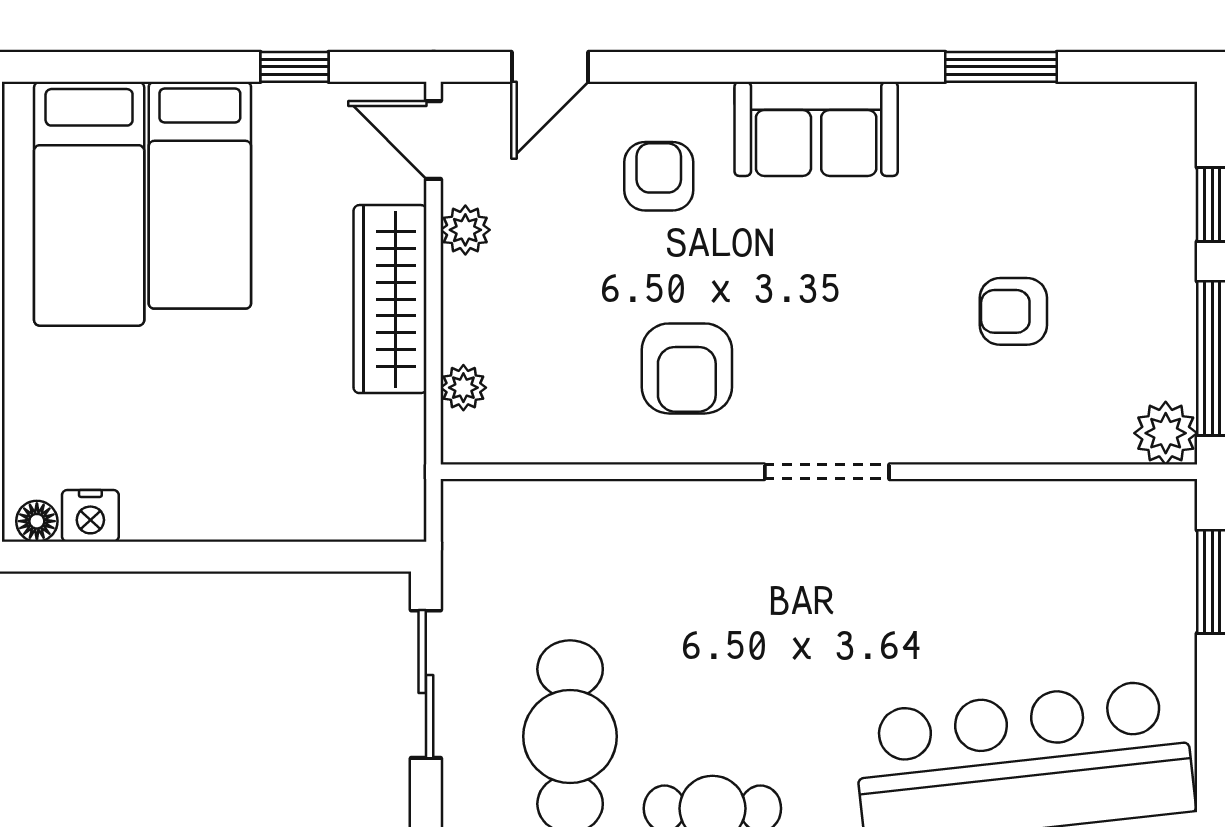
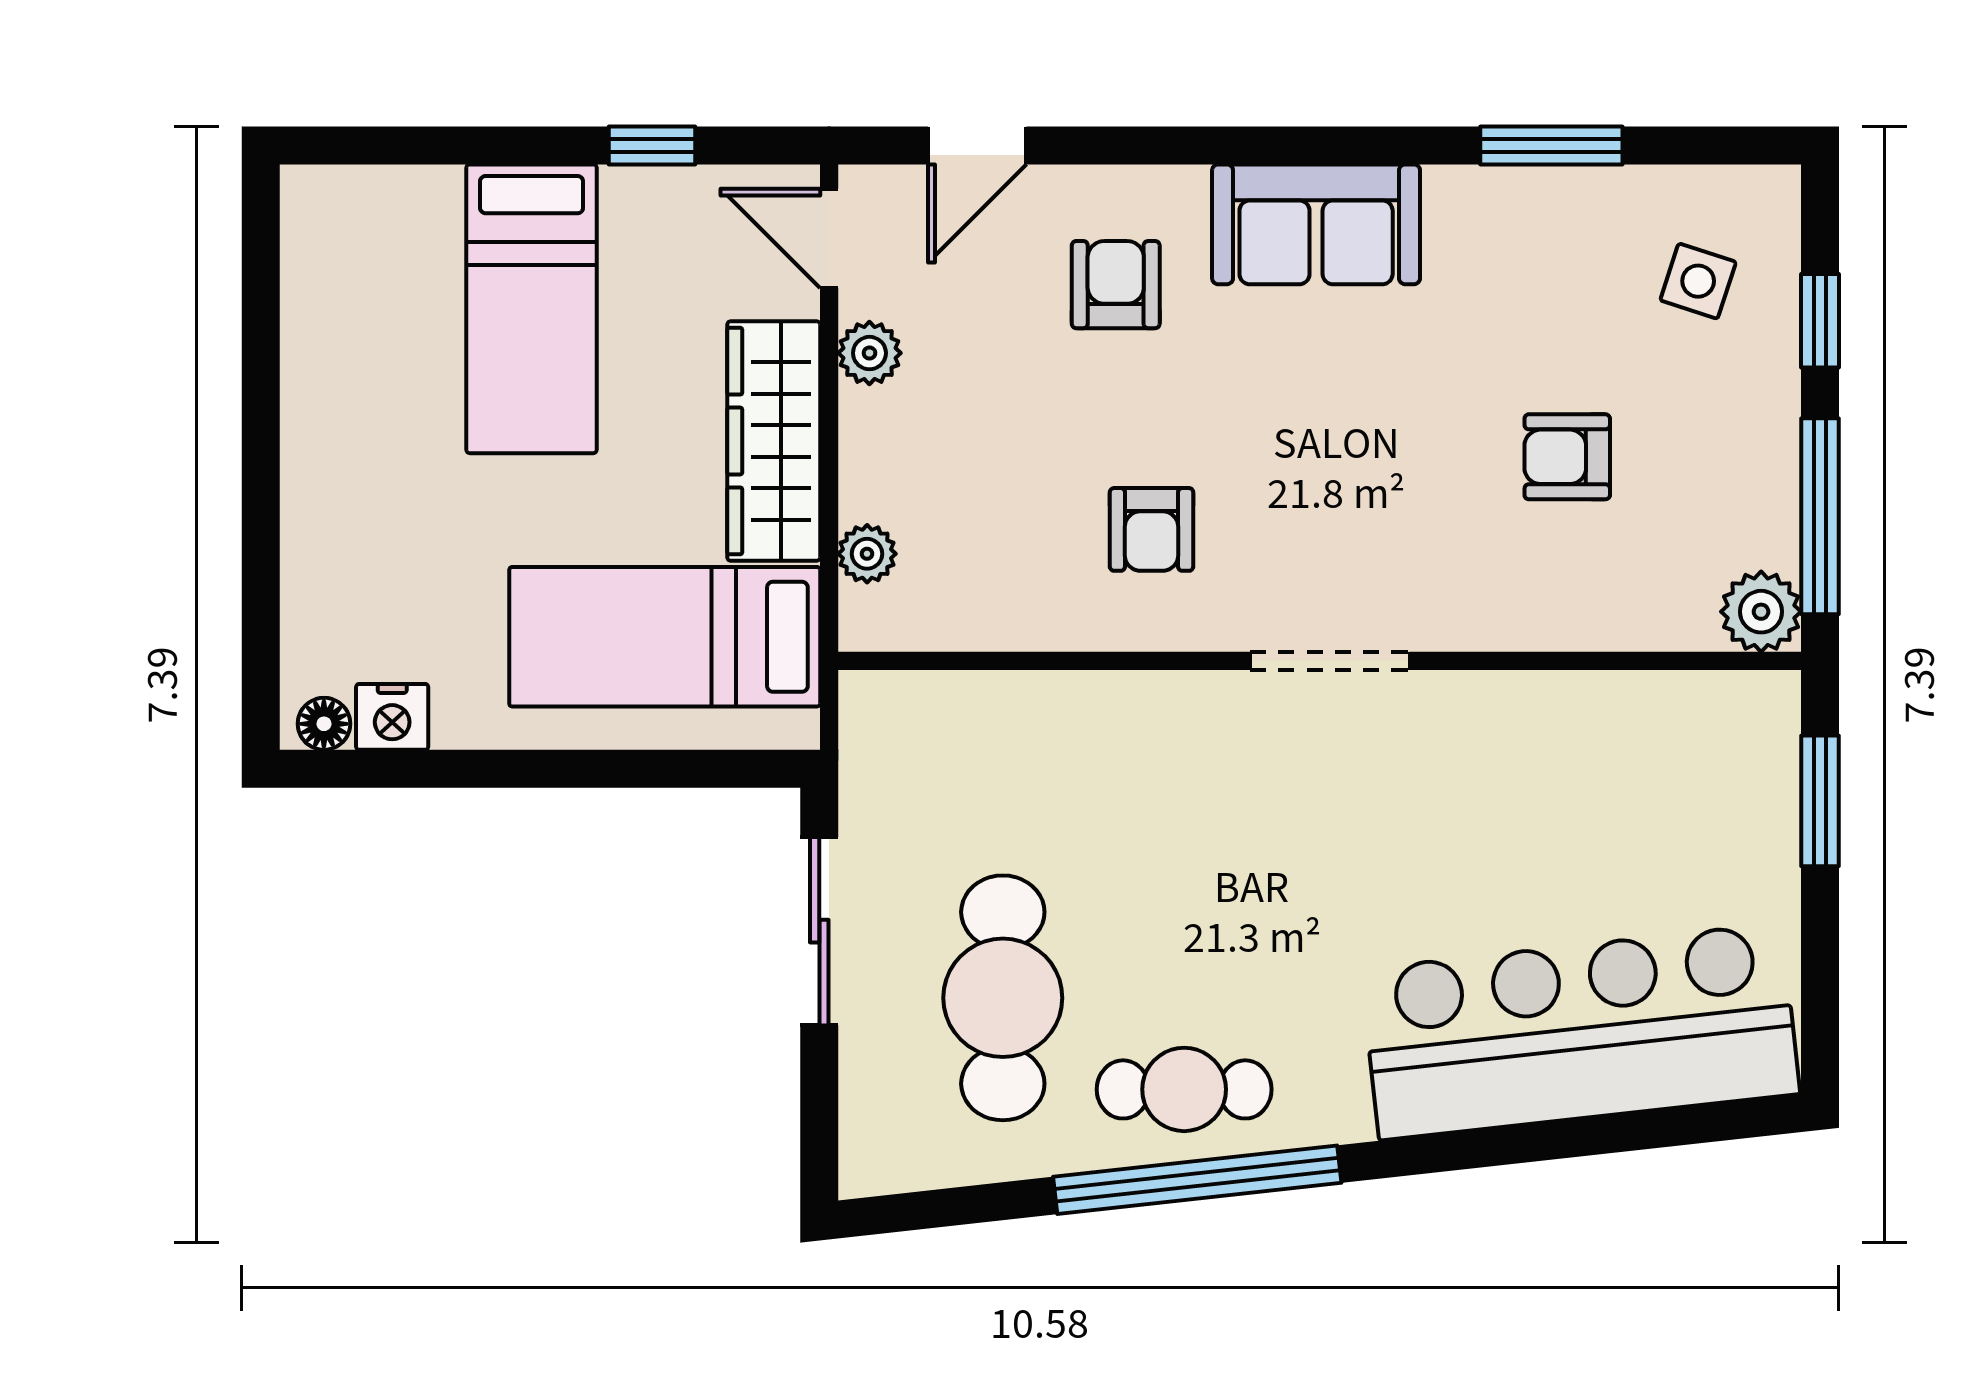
side table: (1116, 173) -> (1698, 281), added
bed: (89, 204) -> (665, 637), moved, turned 90
armchair: (687, 368) -> (1152, 529), width x0.72, depth x0.72

